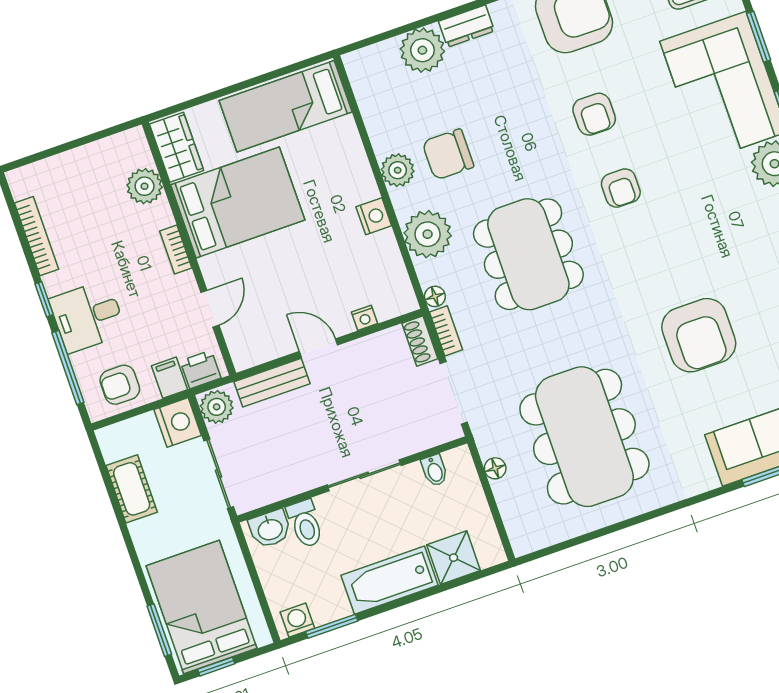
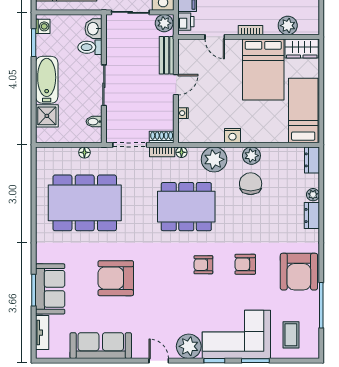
plant: (422, 50) -> (313, 195), width x0.53, depth x0.53
dresser: (368, 60) -> (312, 160), added

